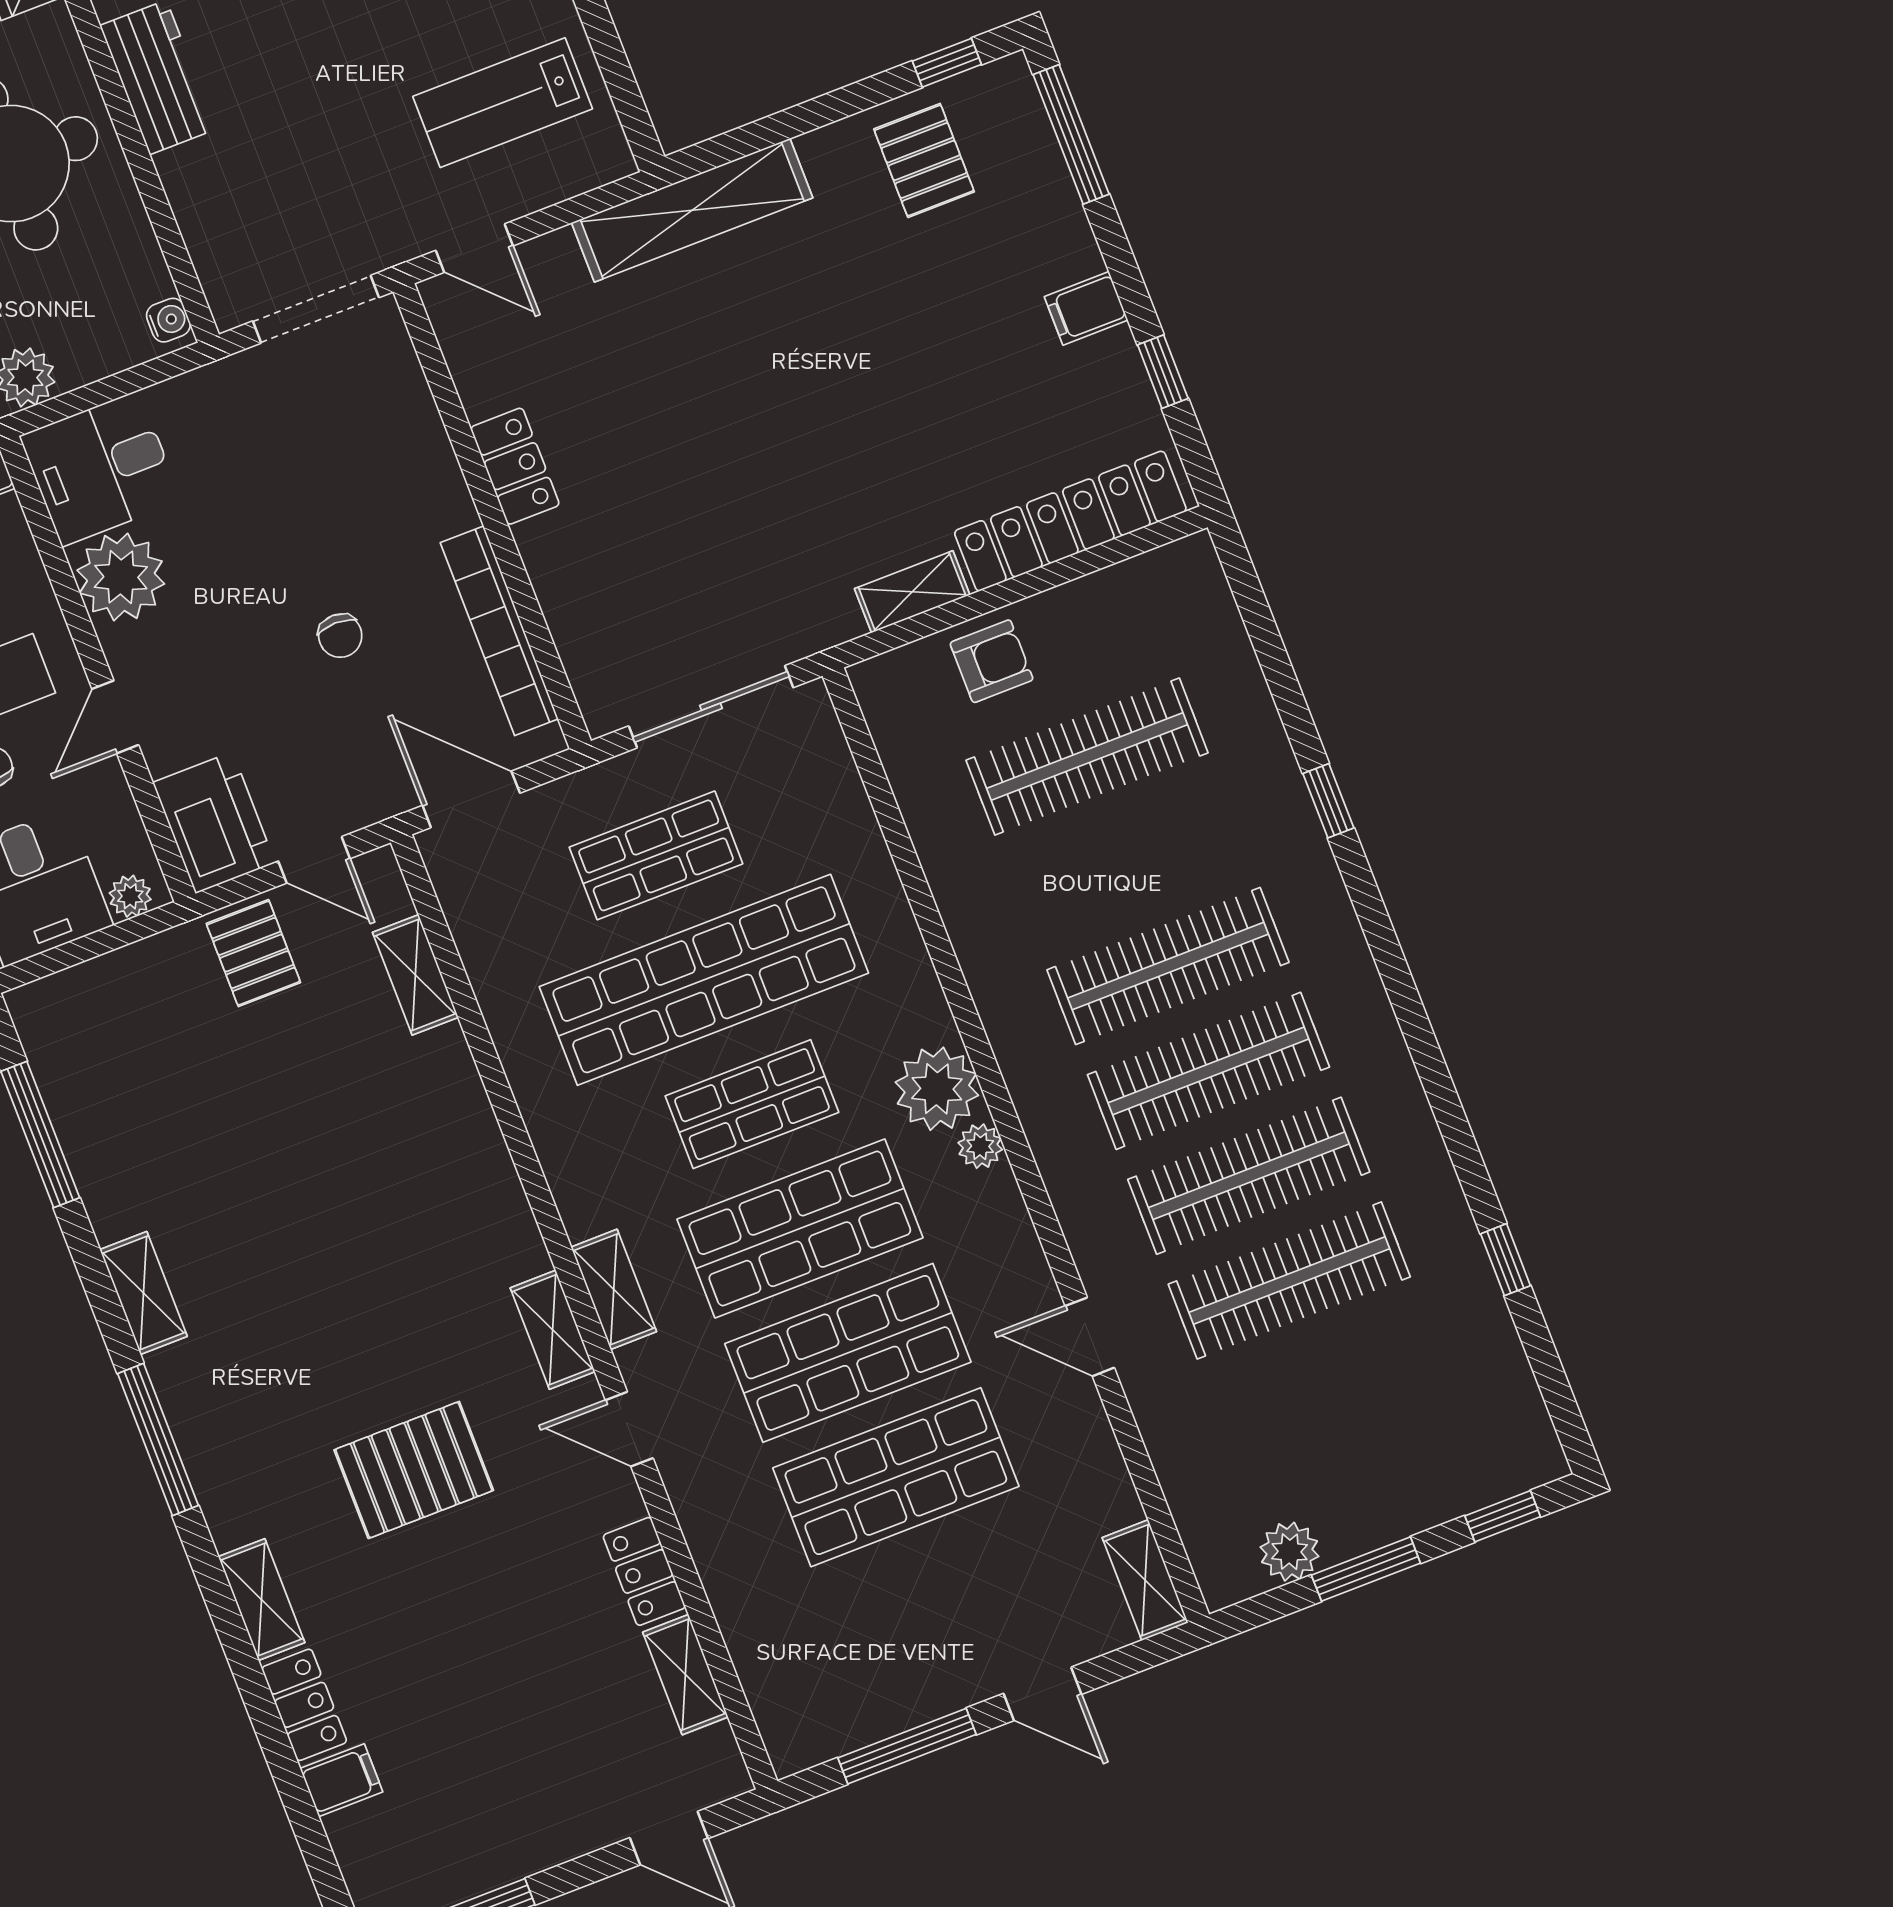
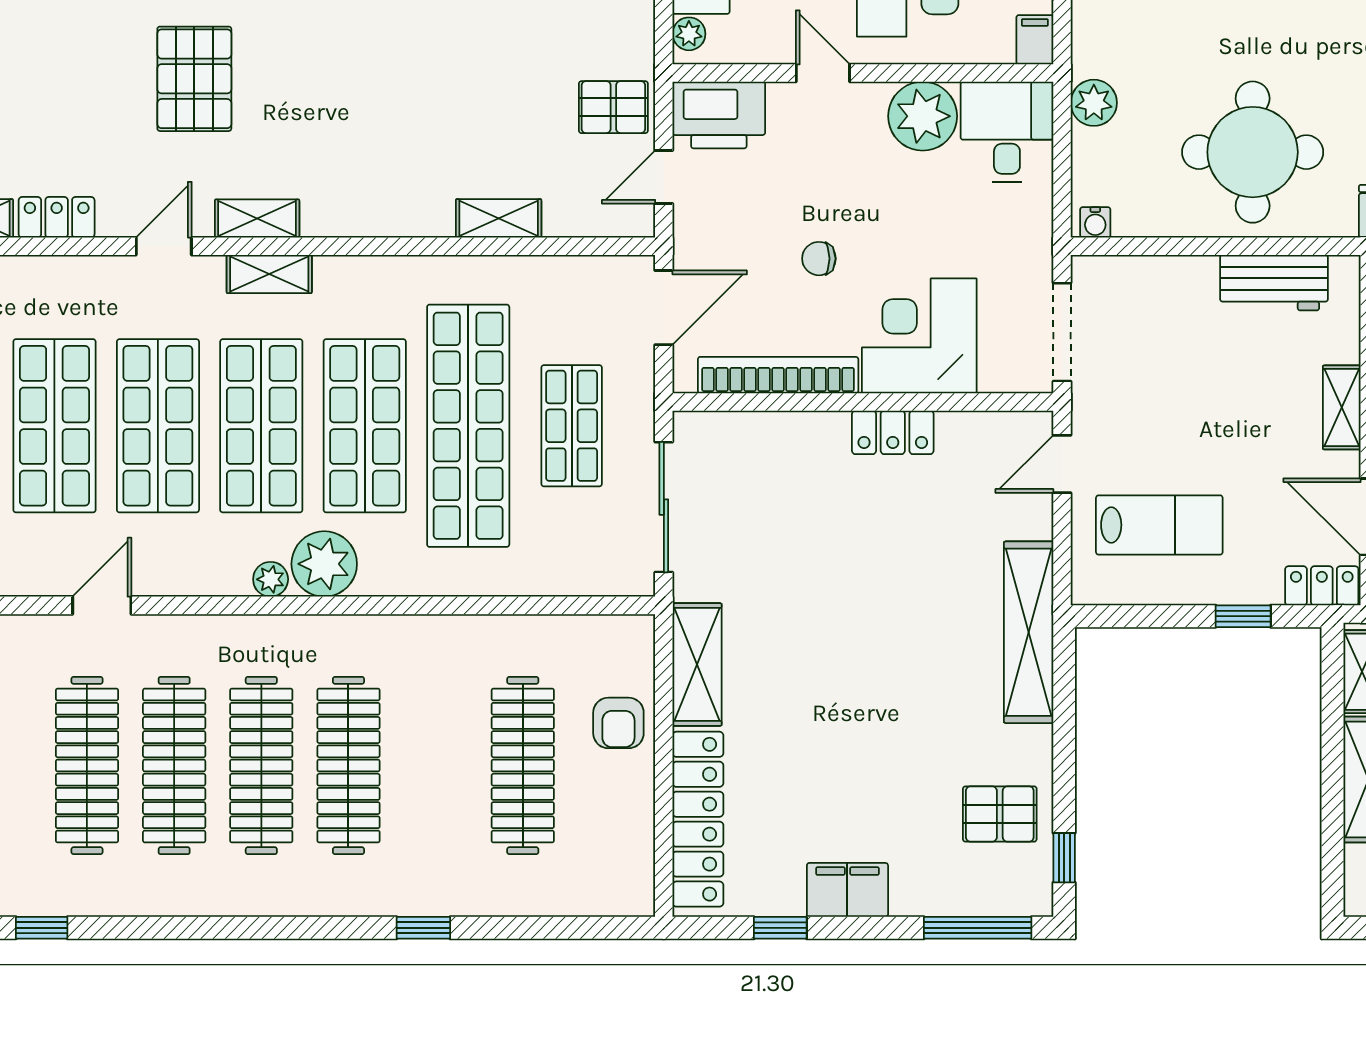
lab bench: (503, 103) -> (1159, 525), turned 90
filing cabinet: (1086, 308) -> (847, 890), width x2.00
corner desk: (387, 479) -> (919, 336), added
shelving: (912, 592) -> (697, 664), width x1.50, depth x1.33
shelving: (415, 975) -> (499, 218), moved
shop shelf: (752, 1104) -> (365, 426), width x1.43, depth x1.36

